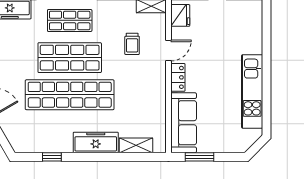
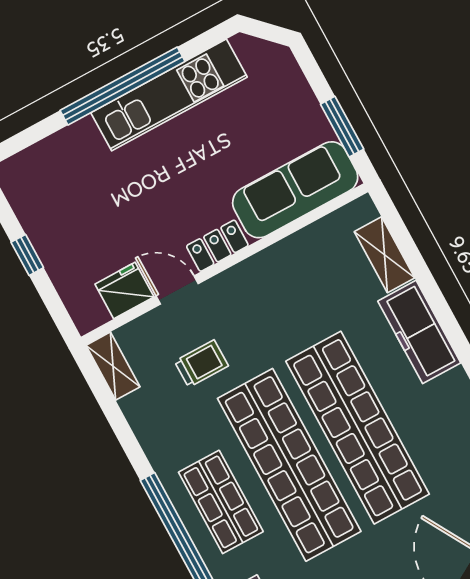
fridge: (180, 15) -> (124, 290), moved
shop shelf: (70, 58) -> (289, 465), width x1.40
window: (266, 74) -> (123, 86), added

